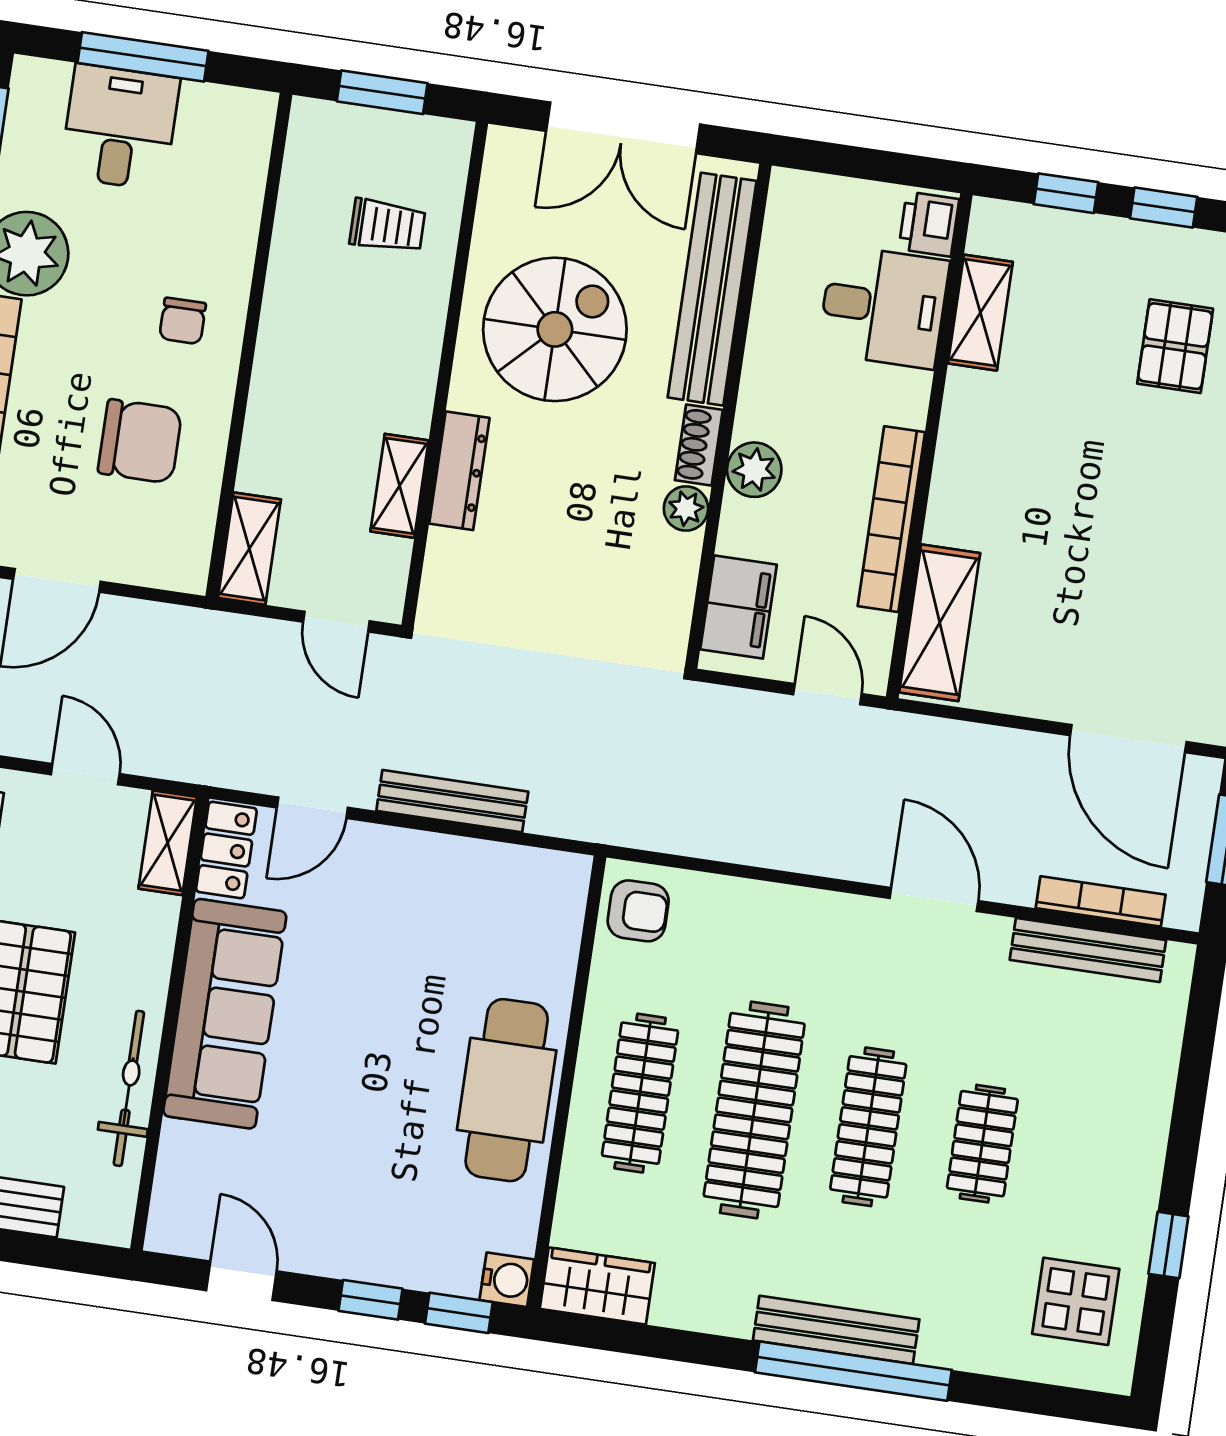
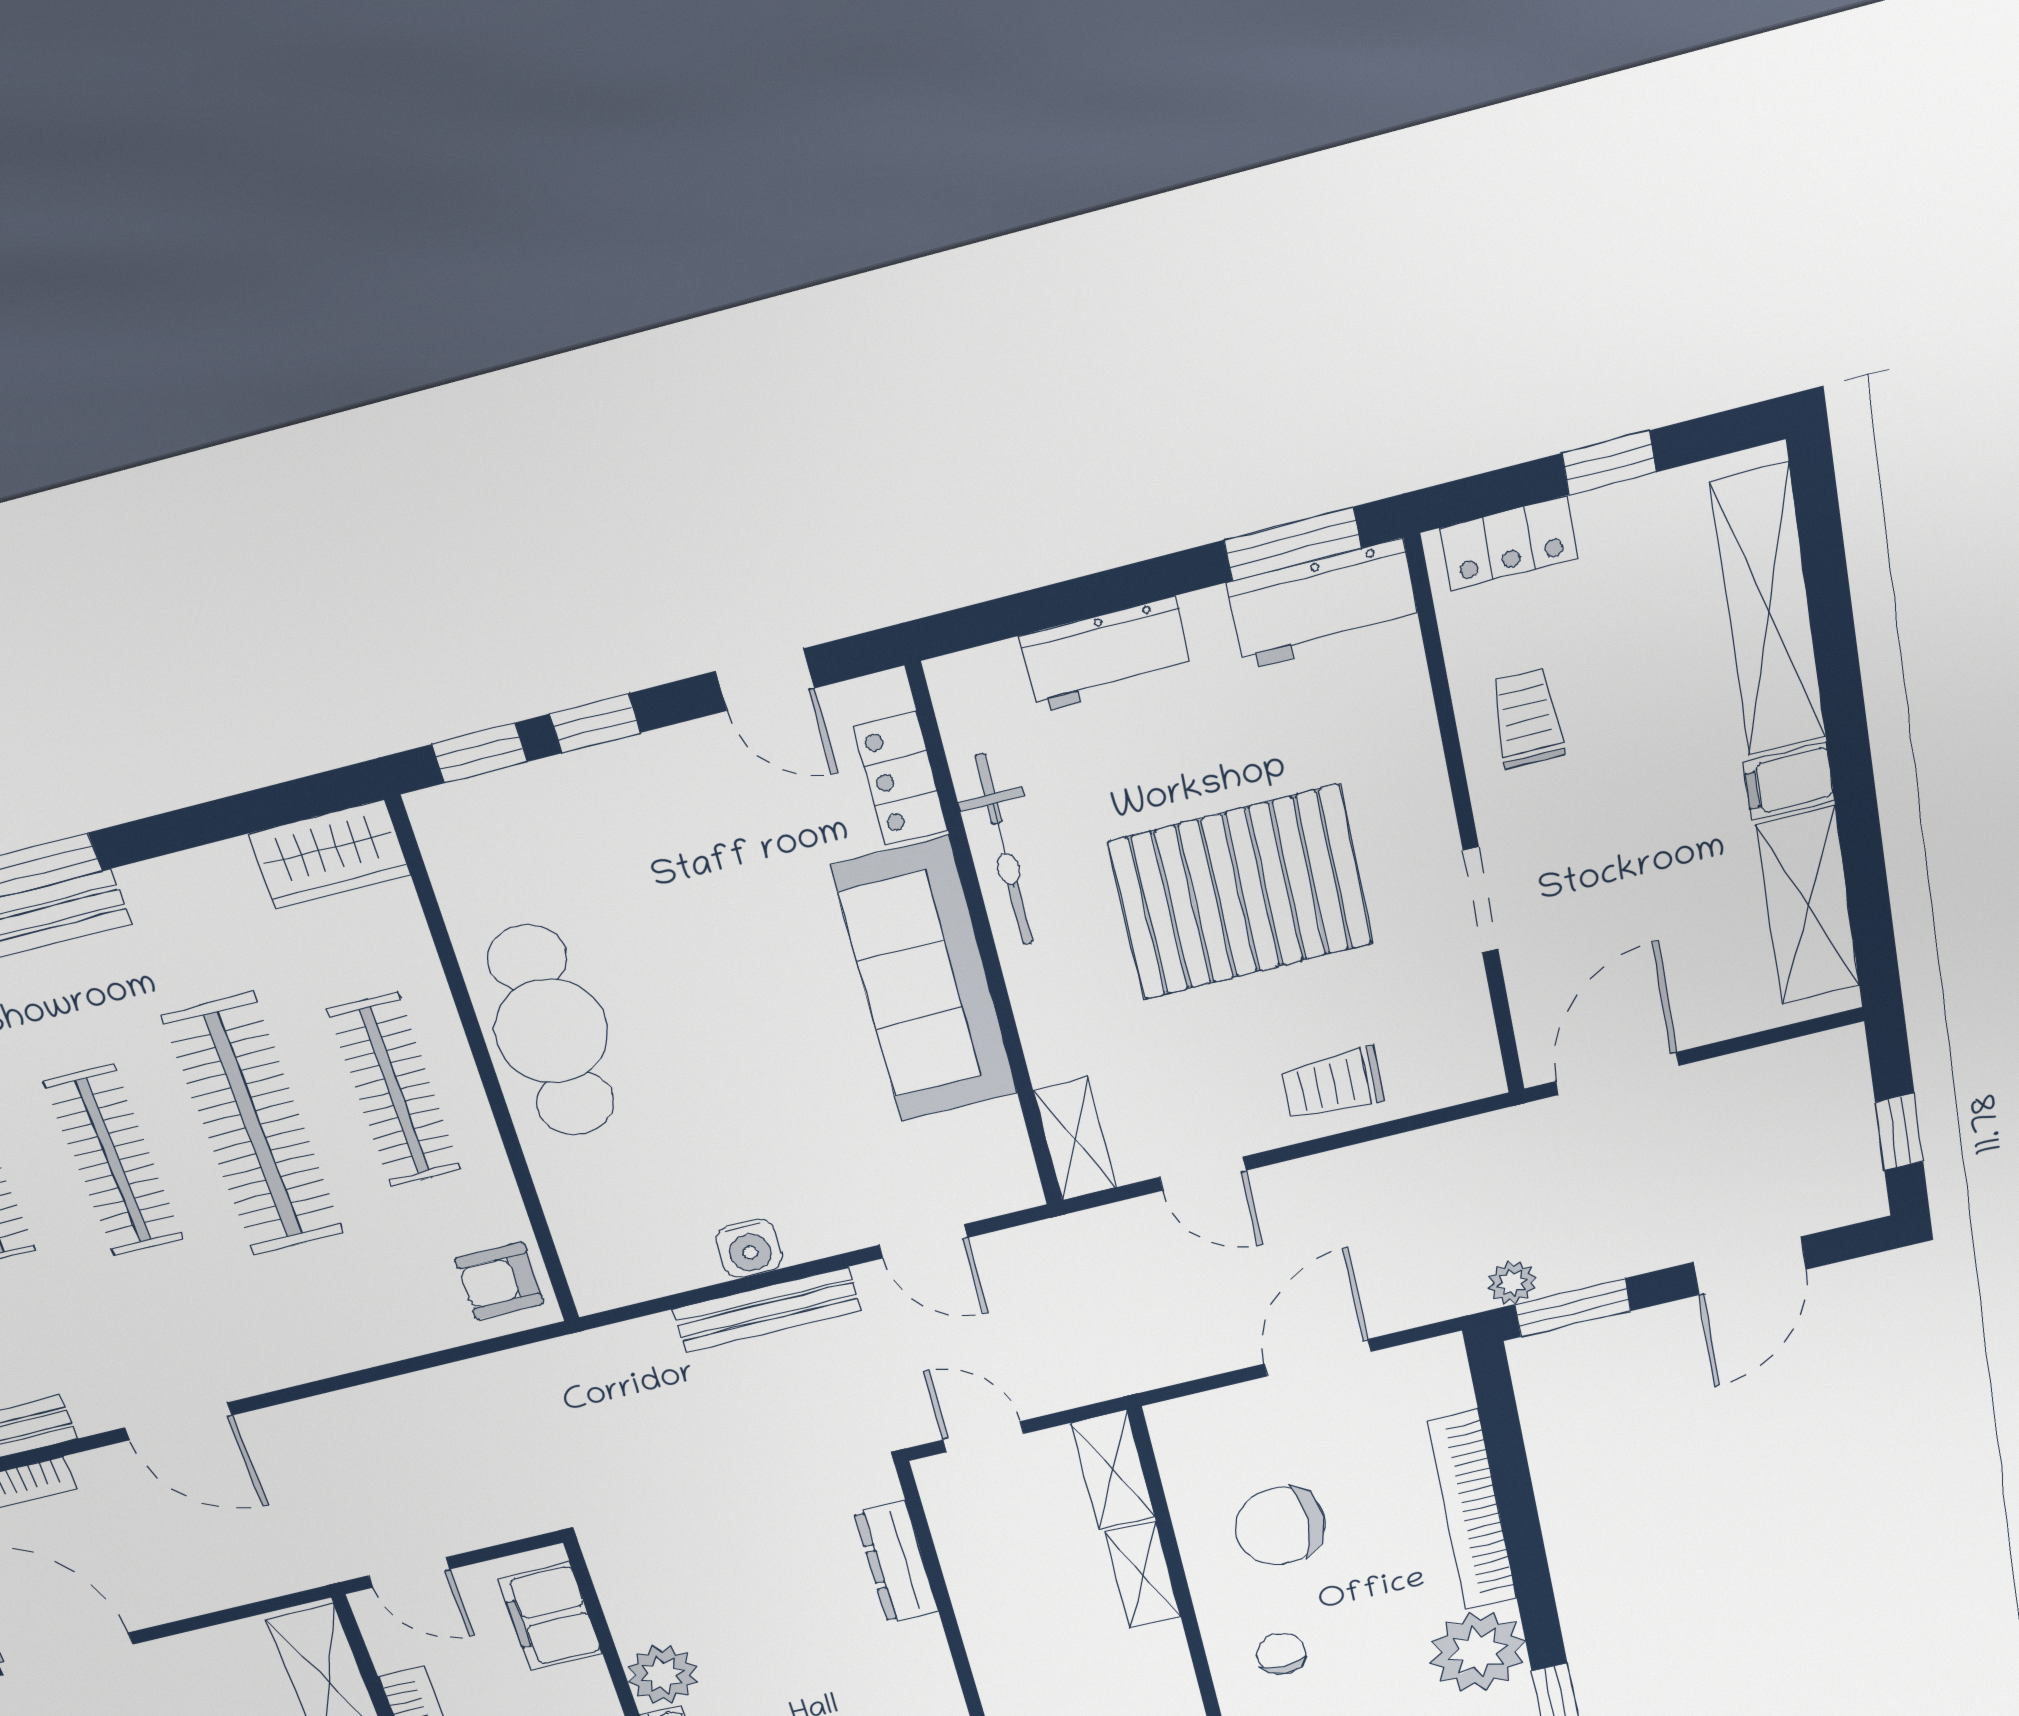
dresser: (459, 471) -> (896, 1562), moved
shelving: (400, 486) -> (1143, 1575), moved
plant: (686, 508) -> (662, 1675), width x1.38, depth x1.38
door: (312, 808) -> (923, 1241), swing flipped
locker: (226, 850) -> (901, 779), moved
water cooler: (507, 1280) -> (749, 1248), moved, turned -90

